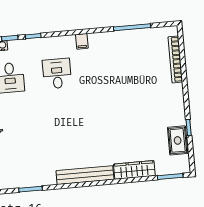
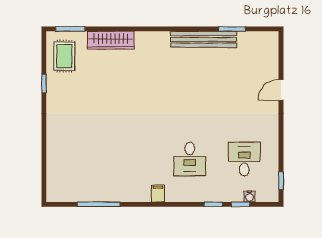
bookcase: (175, 59) -> (52, 163), removed
rug: (178, 140) -> (64, 56), moved
bench: (85, 175) -> (204, 39), moved

